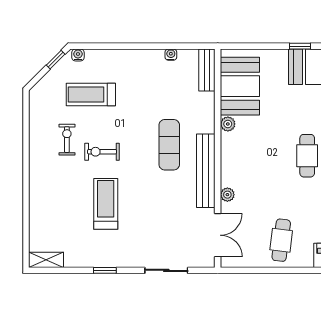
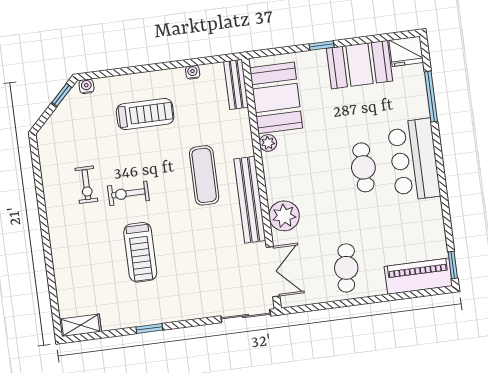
window: (300, 46) -> (322, 46), moved
treadmill: (91, 95) -> (145, 114), moved, turned 180
exercise bike: (67, 140) -> (86, 185), turned 180
plant: (227, 195) -> (284, 216), width x1.88, depth x1.88
treadmill: (106, 204) -> (140, 252), turned 180
sliding door: (166, 270) -> (246, 316), moved

